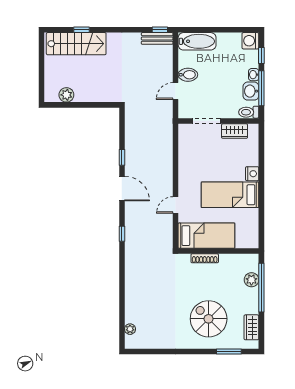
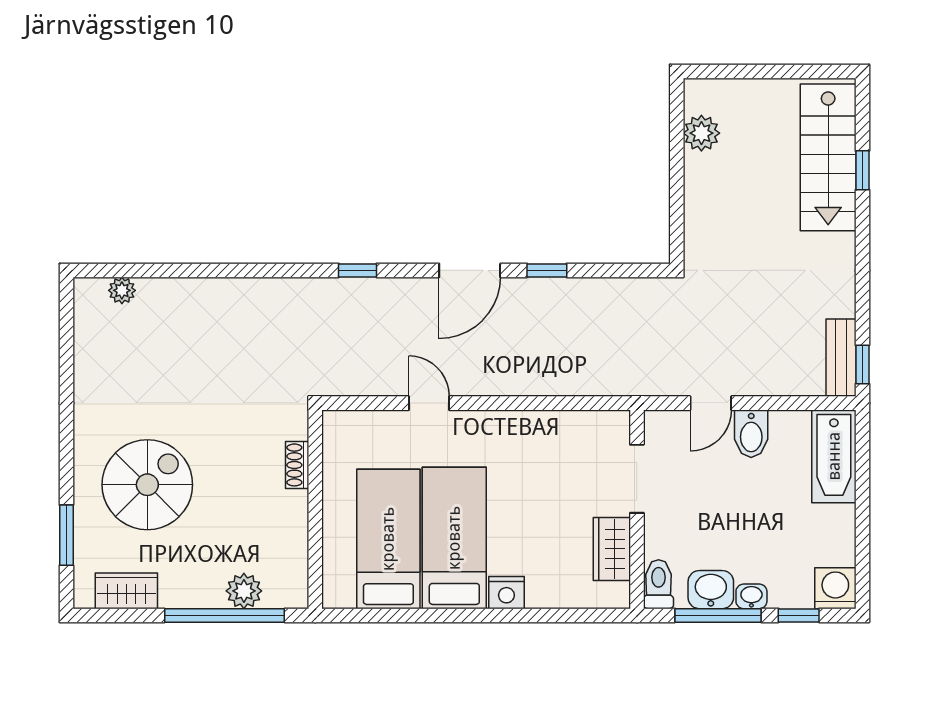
door: (176, 91) -> (711, 403), swing flipped
bed: (206, 236) -> (388, 539), moved, turned 180
shoe rack: (205, 258) -> (297, 465), width x0.70

